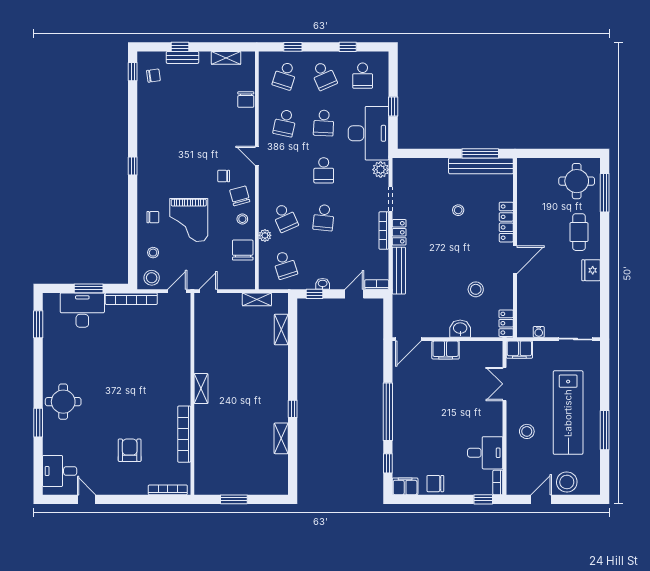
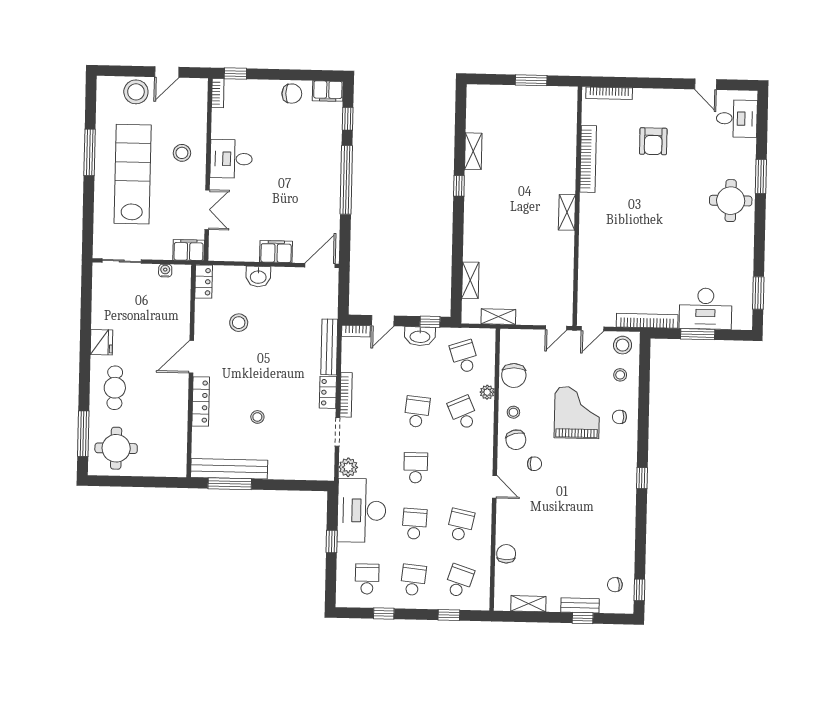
school desk: (324, 76) -> (413, 580), turned 30
washbasin: (323, 284) -> (420, 336), width x1.91, depth x1.45
desk: (485, 453) -> (231, 159), moved

